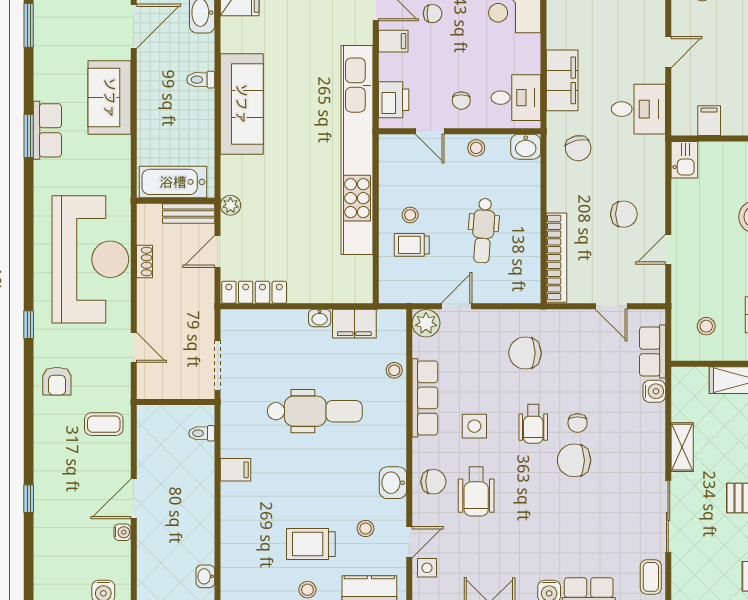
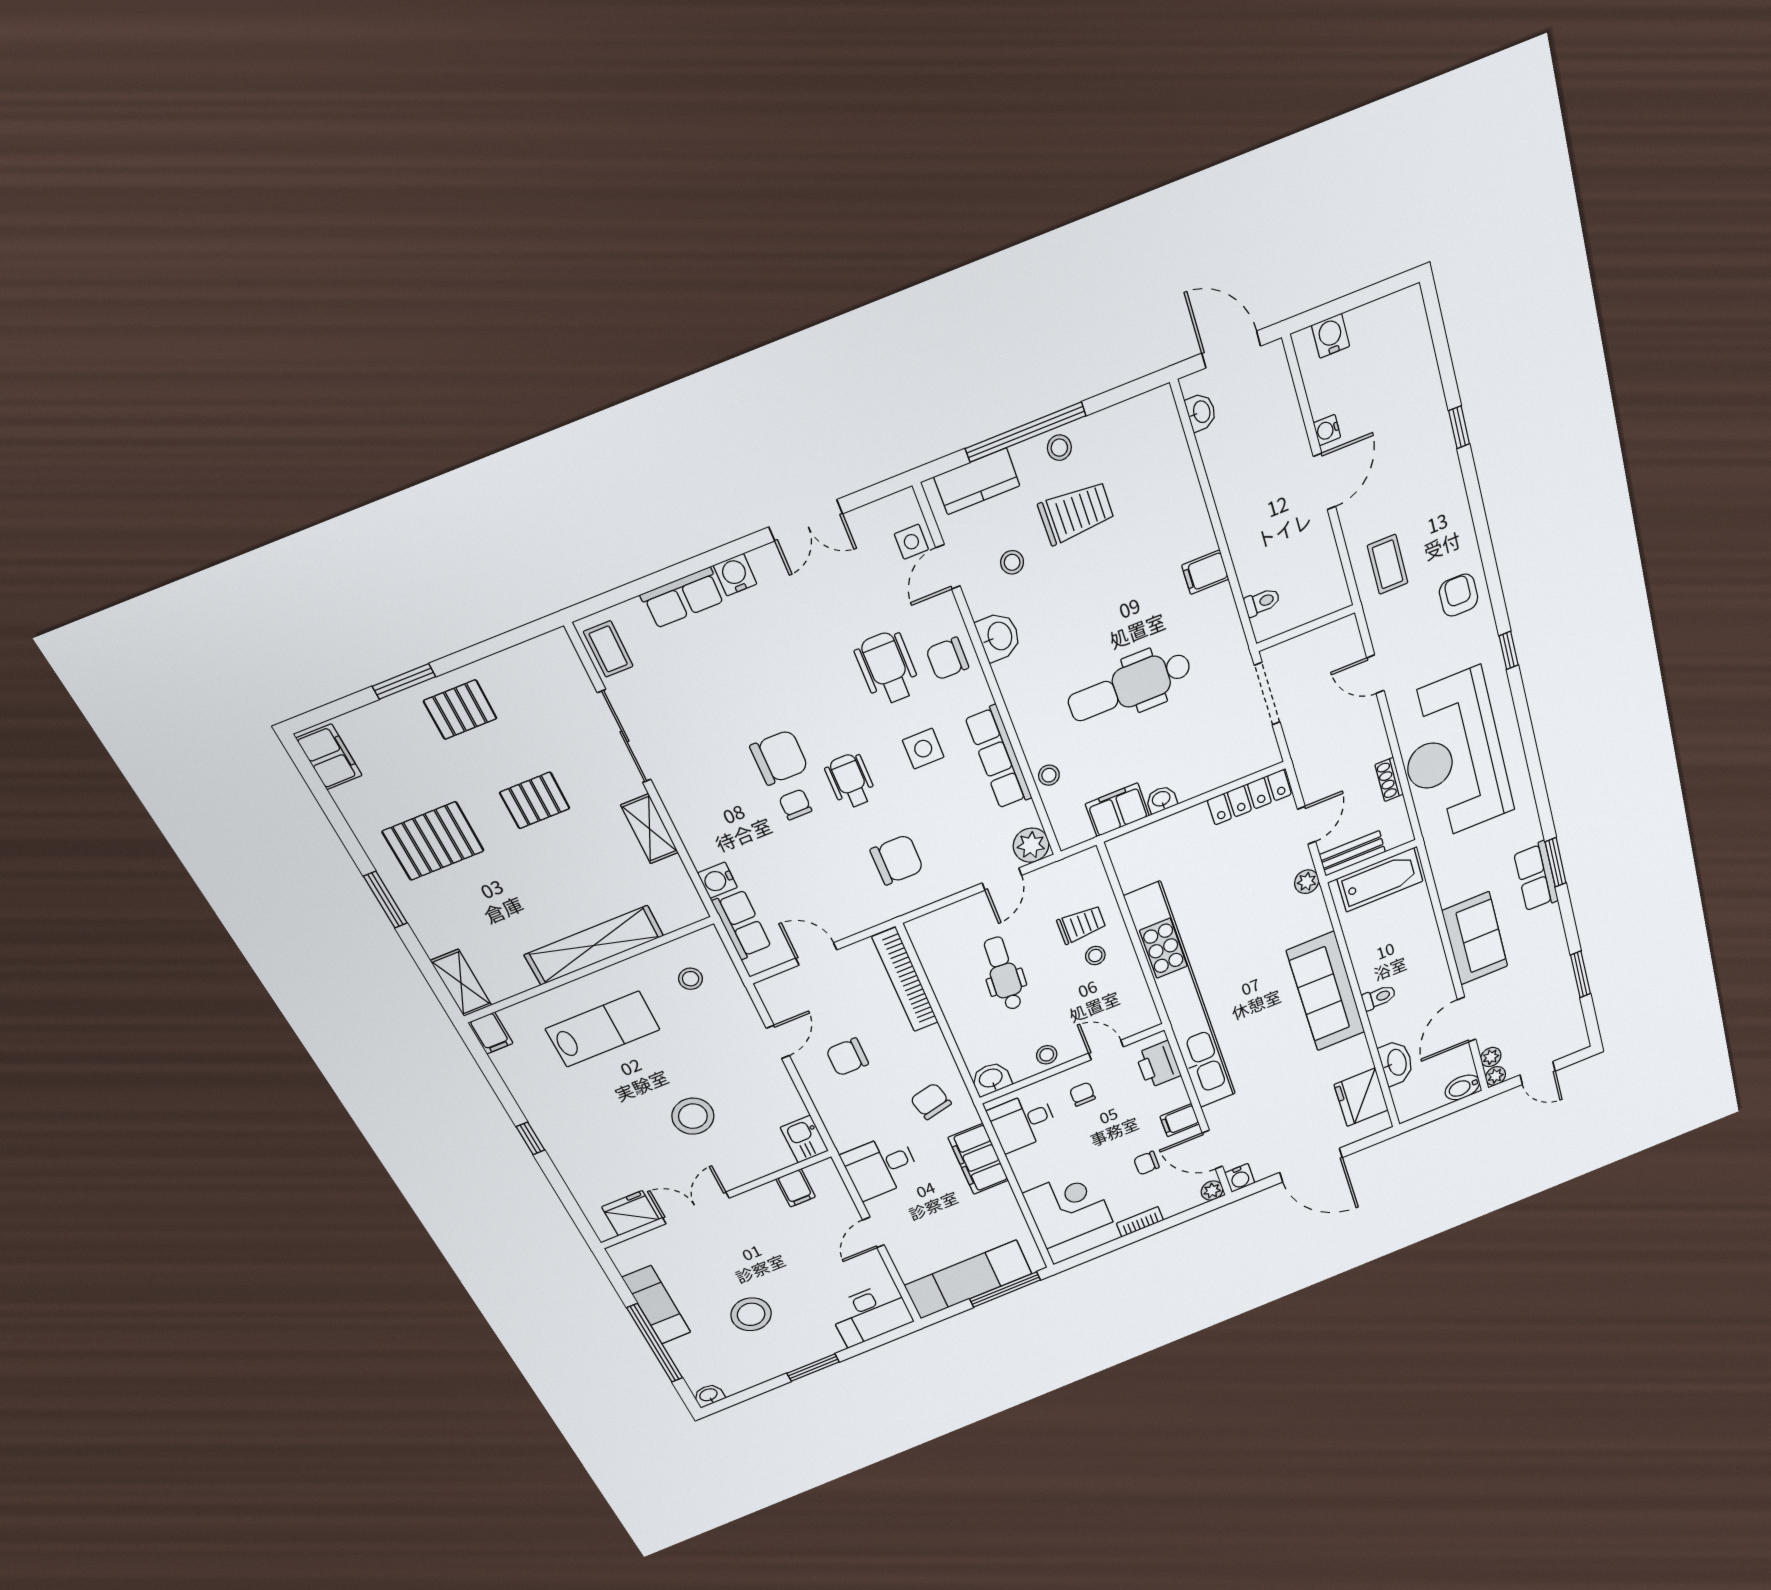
coffee table: (104, 424) -> (1388, 564), turned 90

